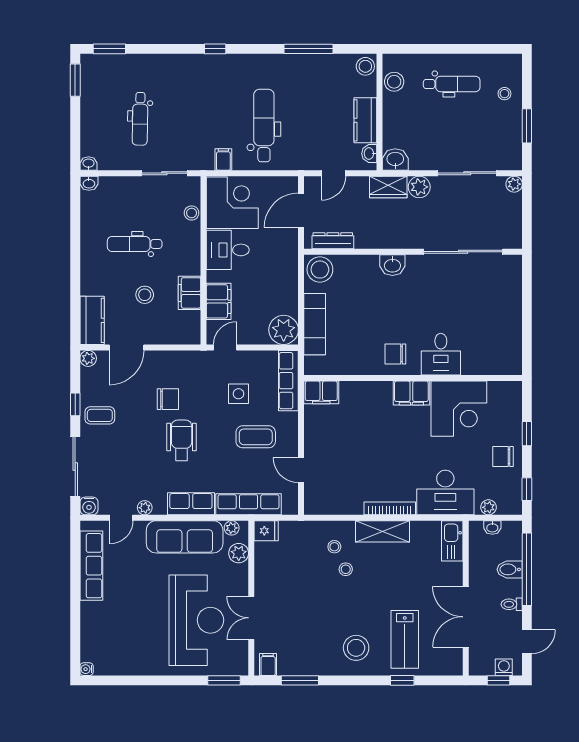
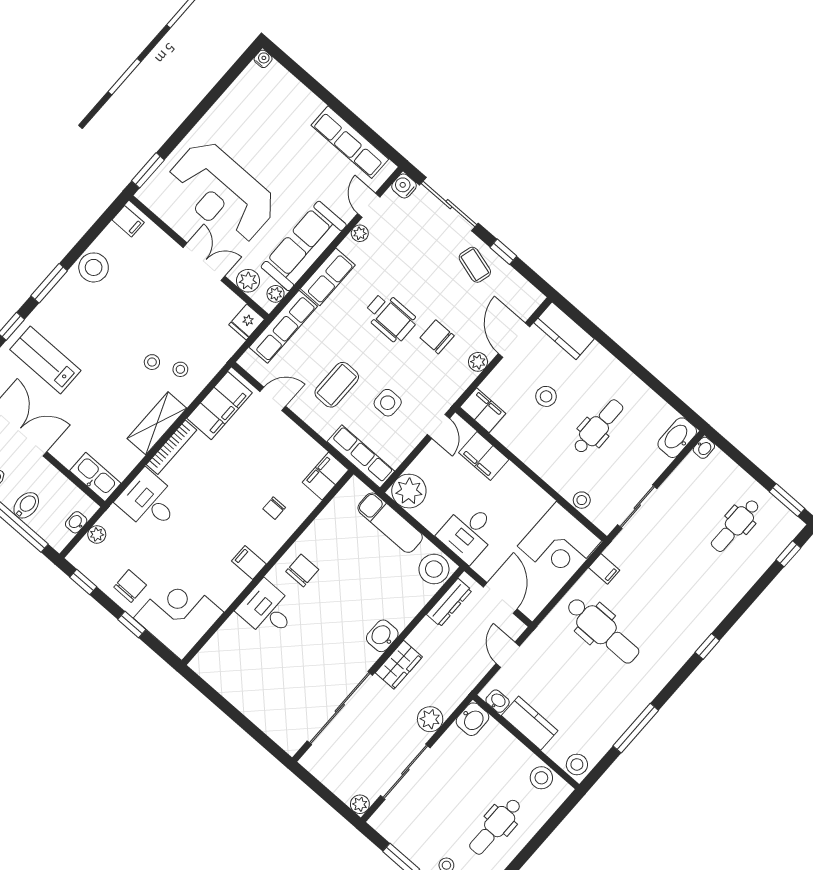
window: (109, 49) -> (788, 554), width x0.67
dental chair: (140, 119) -> (735, 525), moved, turned -91
washbasin: (89, 183) -> (677, 438), width x1.91, depth x1.45
wardrobe: (388, 187) -> (399, 665), moved, turned 180
desk: (228, 250) -> (468, 533), moved, turned 180
filing cabinet: (189, 293) -> (483, 410), moved
plant: (88, 358) -> (478, 362), moved
filing cabinet: (411, 393) -> (249, 562), width x0.50
chair: (168, 399) -> (437, 337), turned 90
chair: (371, 407) -> (274, 508), added
corner desk: (459, 409) -> (179, 615), moved, turned 90
coffee table: (100, 415) -> (475, 265), turned -74
desk: (445, 492) -> (149, 501), width x0.73
filing cabinet: (336, 501) -> (219, 406), added
double door: (251, 618) -> (204, 262), moved
stool: (356, 648) -> (94, 267), moved
window: (300, 680) -> (49, 283), moved

